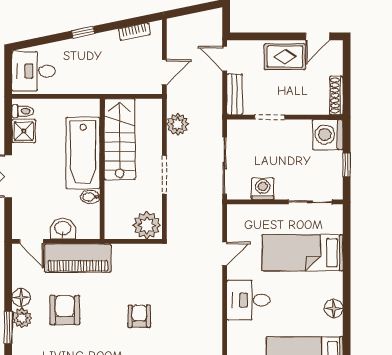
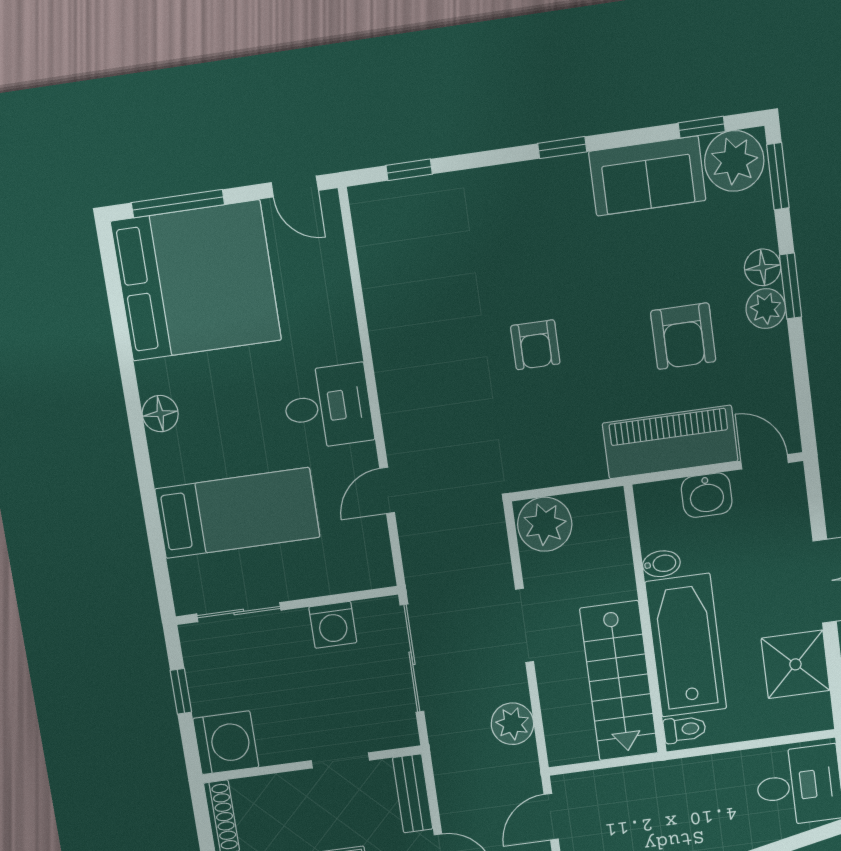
toilet: (23, 111) -> (685, 729), moved, turned 180
shower: (24, 131) -> (795, 664), width x1.36, depth x1.36
floor lamp: (21, 298) -> (763, 267), moved

